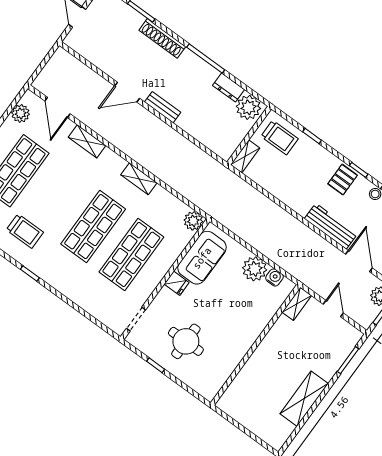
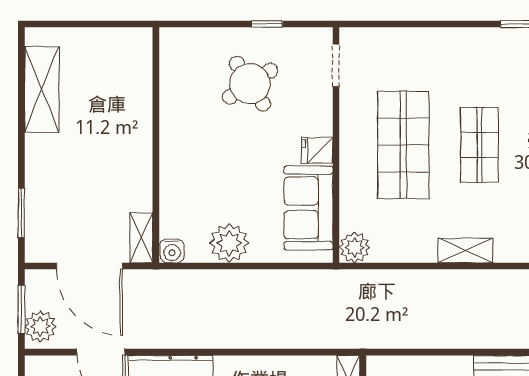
shop shelf: (93, 227) -> (479, 145), width x0.70, depth x0.74
water cooler: (274, 277) -> (172, 251), moved
door: (333, 309) -> (89, 266), width x1.87
round table: (186, 341) -> (250, 84), turned -33
shelving: (304, 399) -> (42, 89), moved

